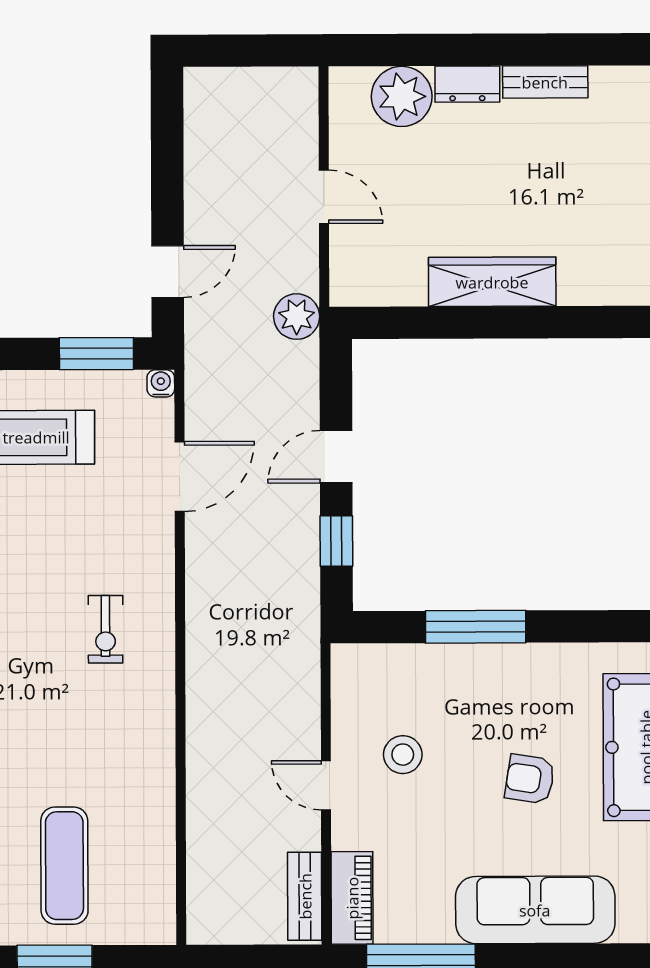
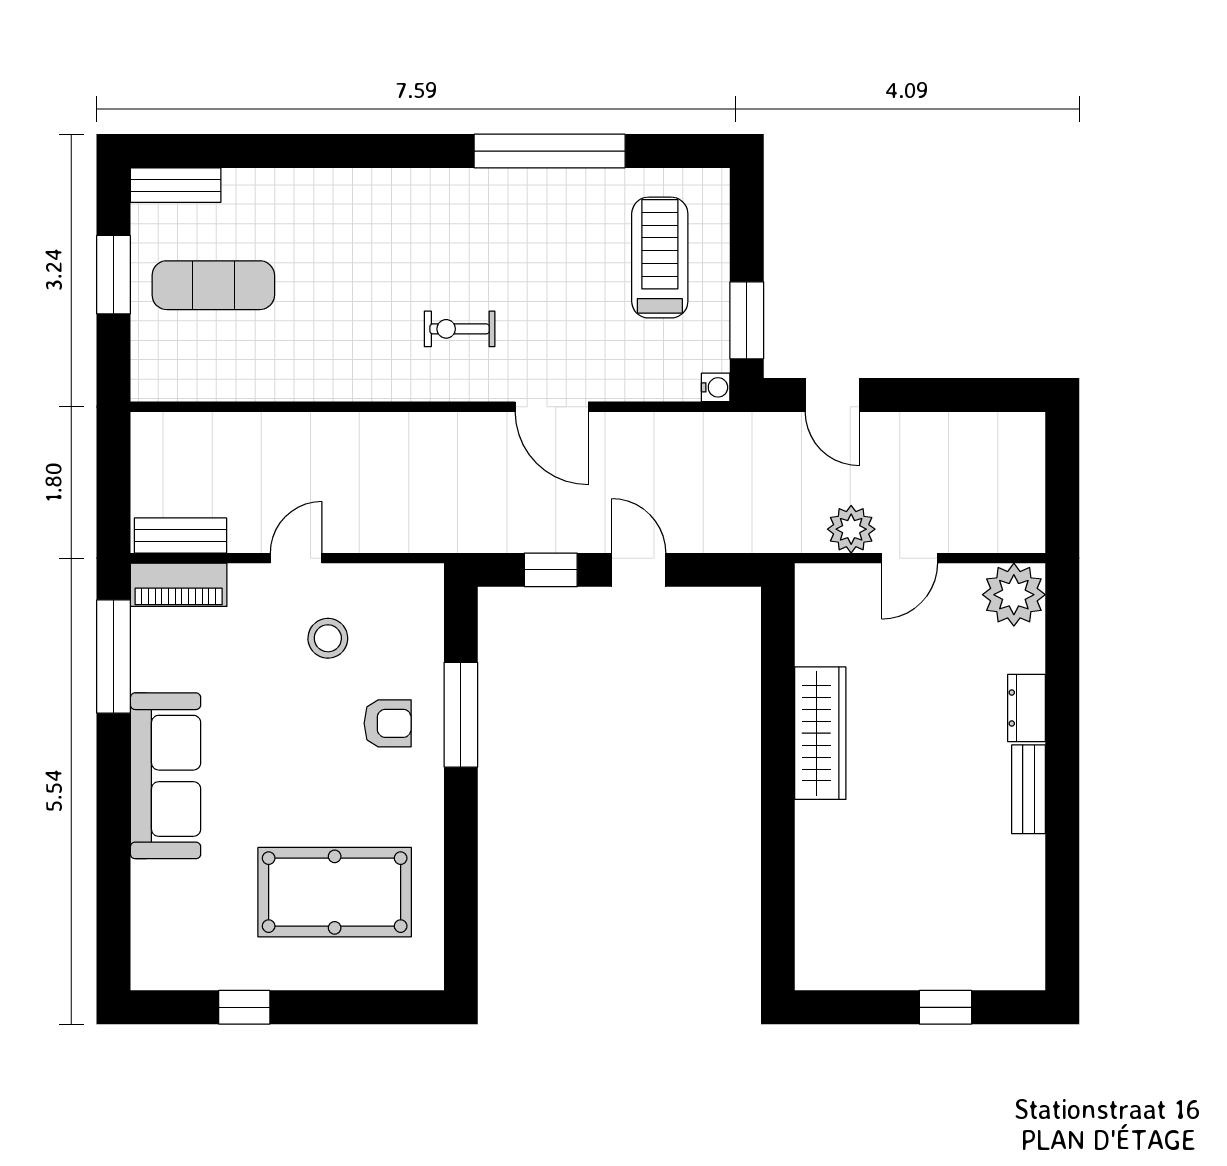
plant: (402, 96) -> (1014, 595), moved
plant: (297, 317) -> (851, 529), moved
door: (180, 477) -> (552, 407), moved
armchair: (530, 779) -> (388, 723), moved, turned 81

